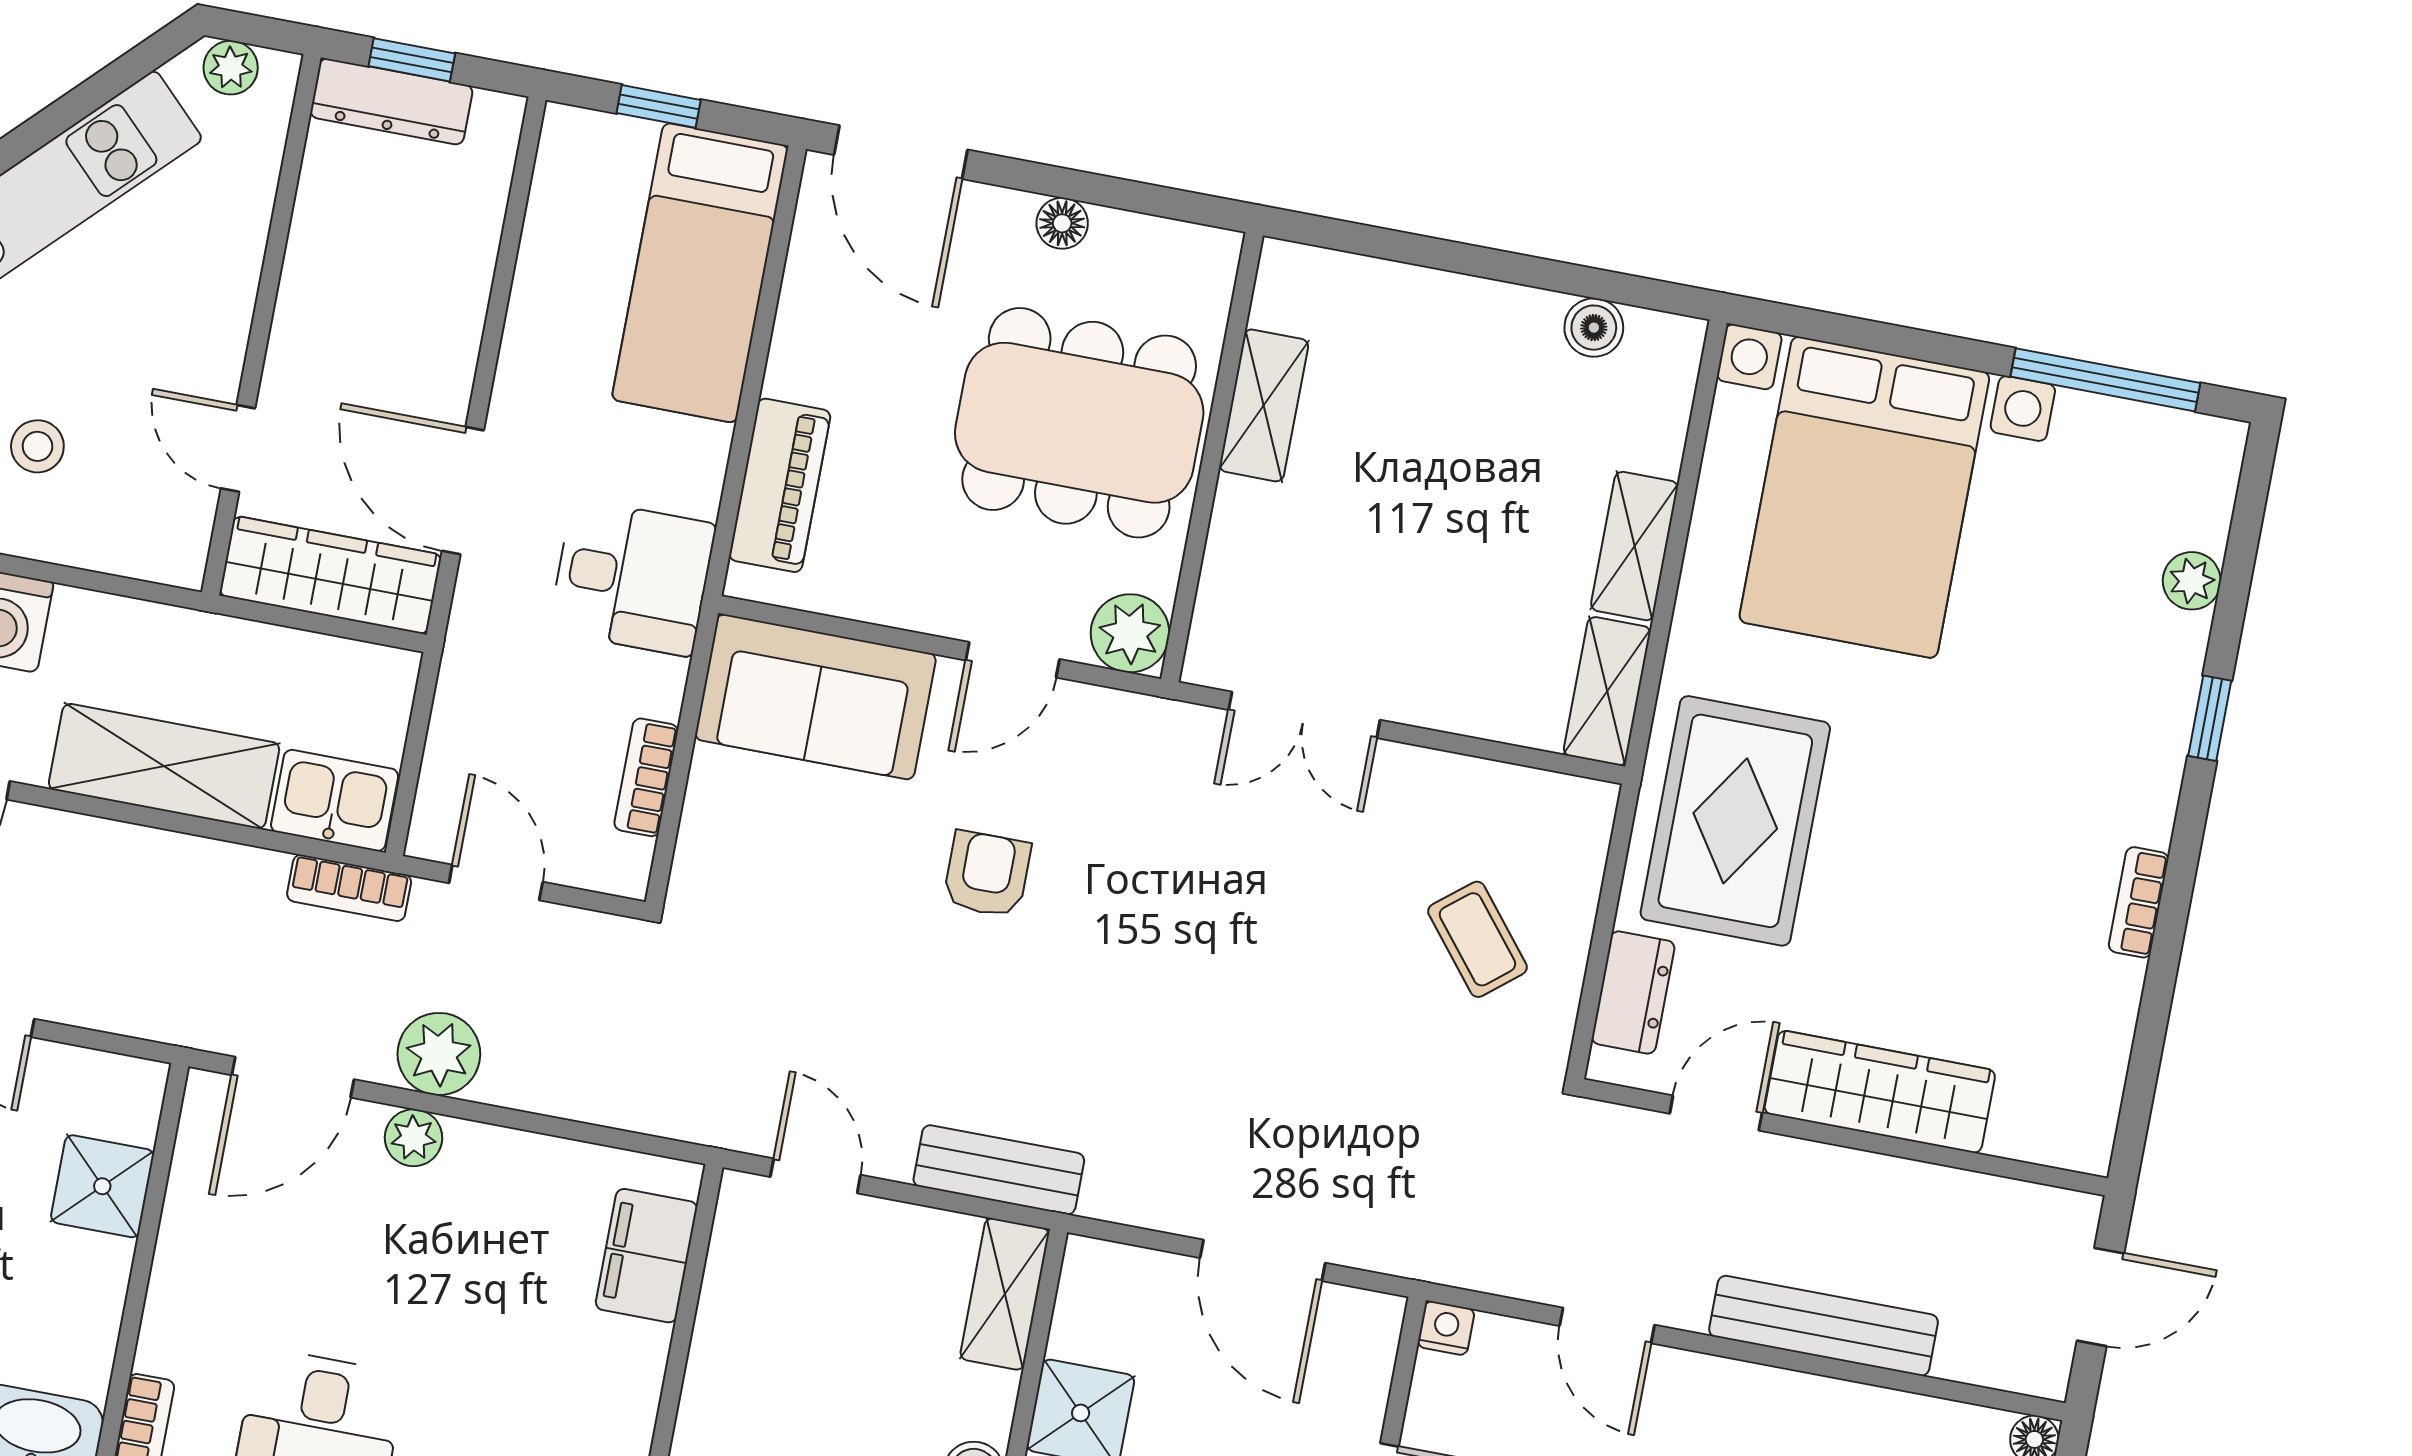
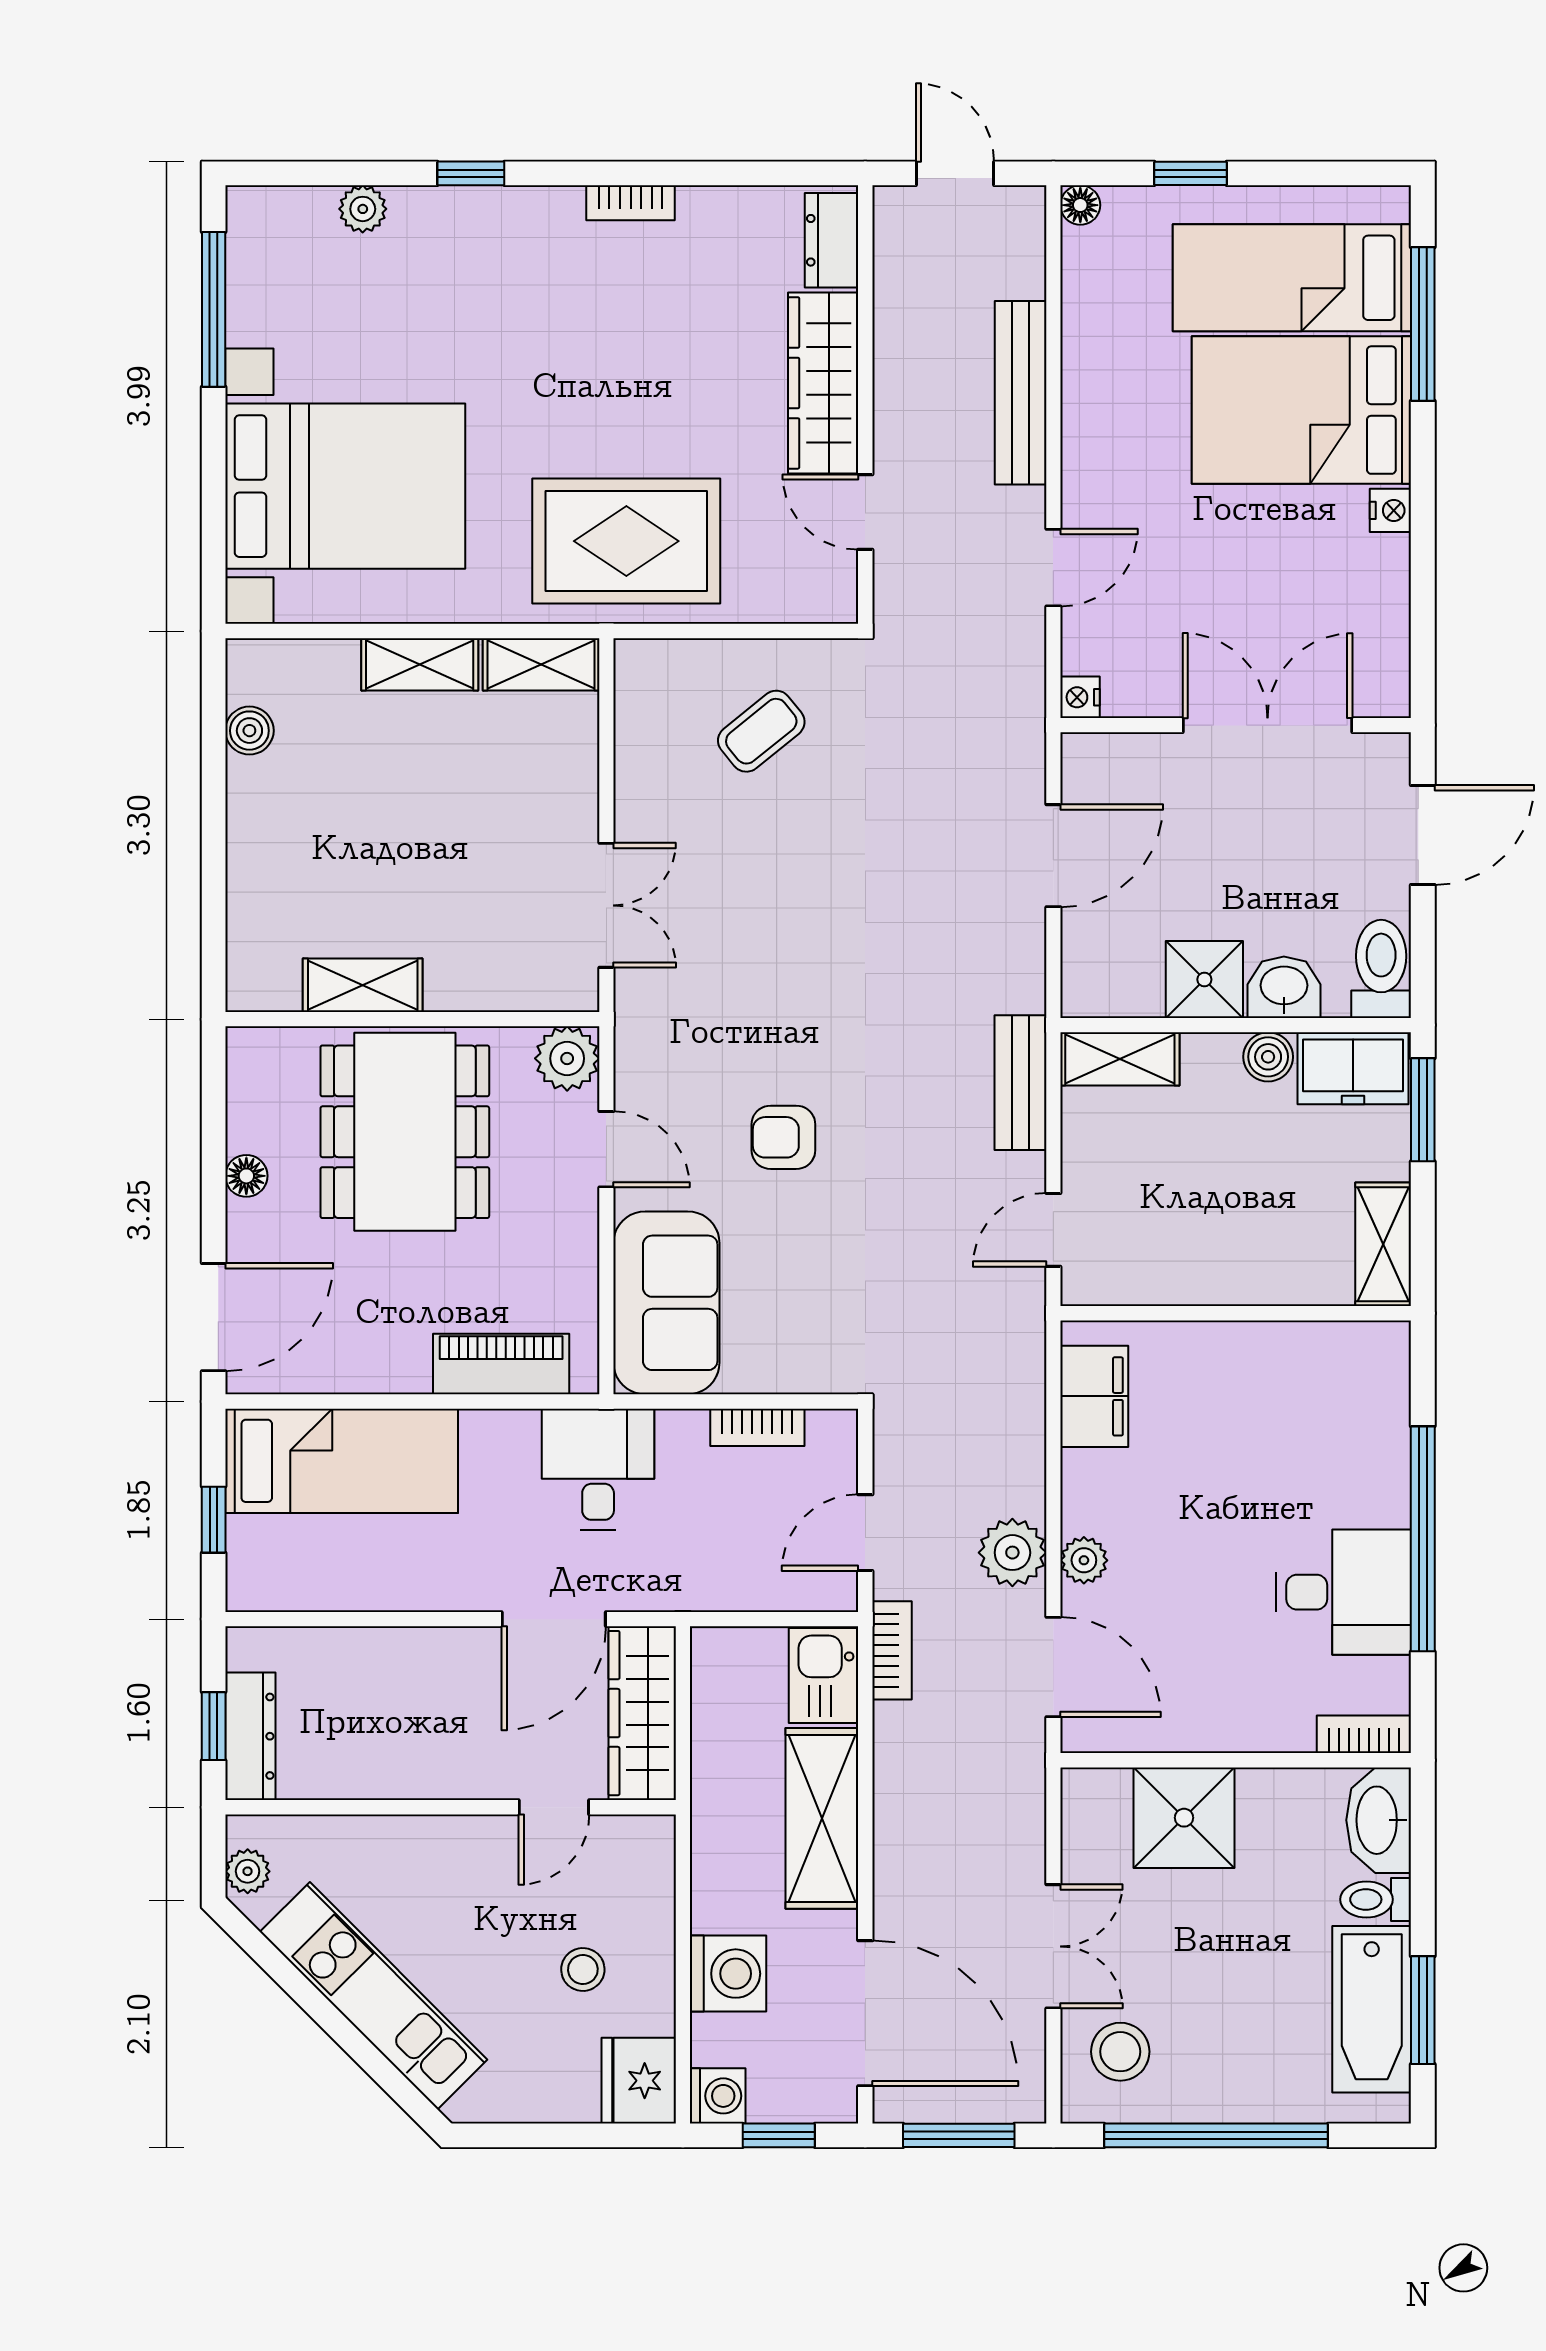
dresser: (1633, 992) -> (832, 240), moved, turned -90
shower: (102, 1186) -> (1184, 1818), width x1.36, depth x1.36
filing cabinet: (646, 1256) -> (1094, 1396), moved, turned -90

